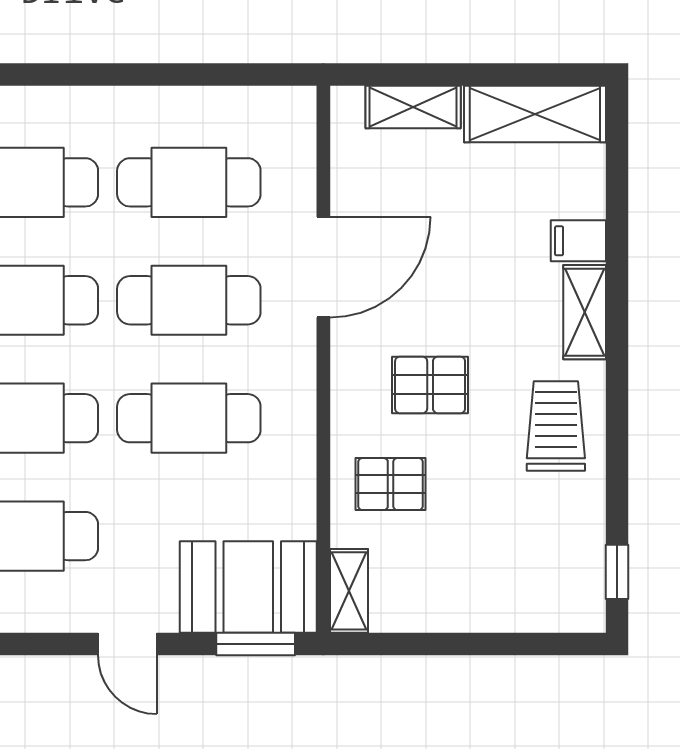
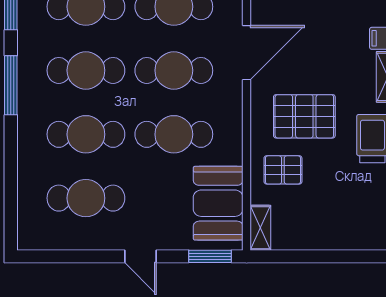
pallet: (430, 385) -> (304, 116), width x1.50, depth x1.42
booth: (248, 587) -> (218, 203), moved, turned 90

